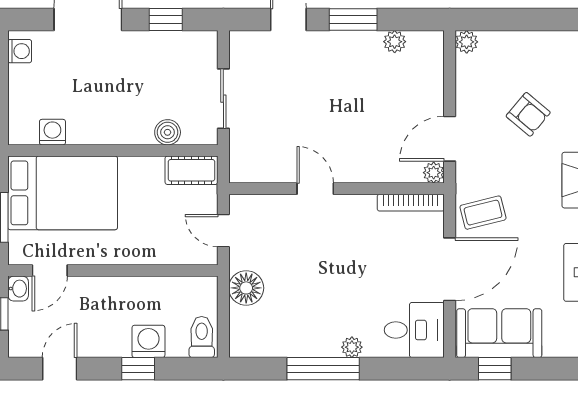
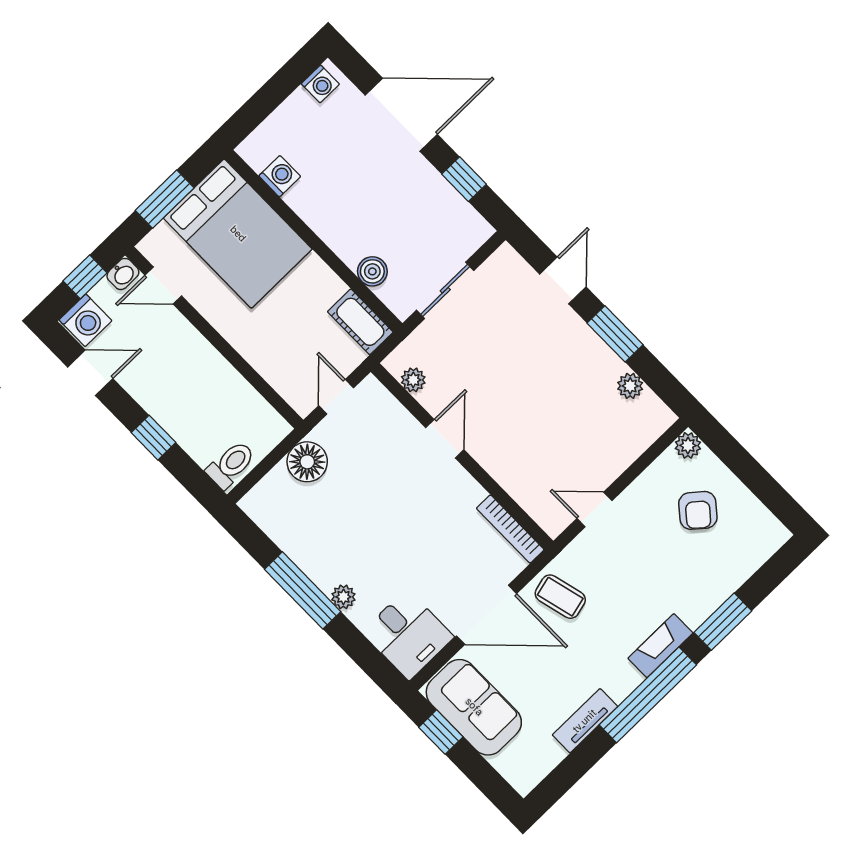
armchair: (528, 114) -> (698, 510), moved
door: (450, 139) -> (594, 510), width x0.73
plant: (434, 173) -> (413, 380), moved
washing machine: (148, 341) -> (85, 320), moved, turned 90

